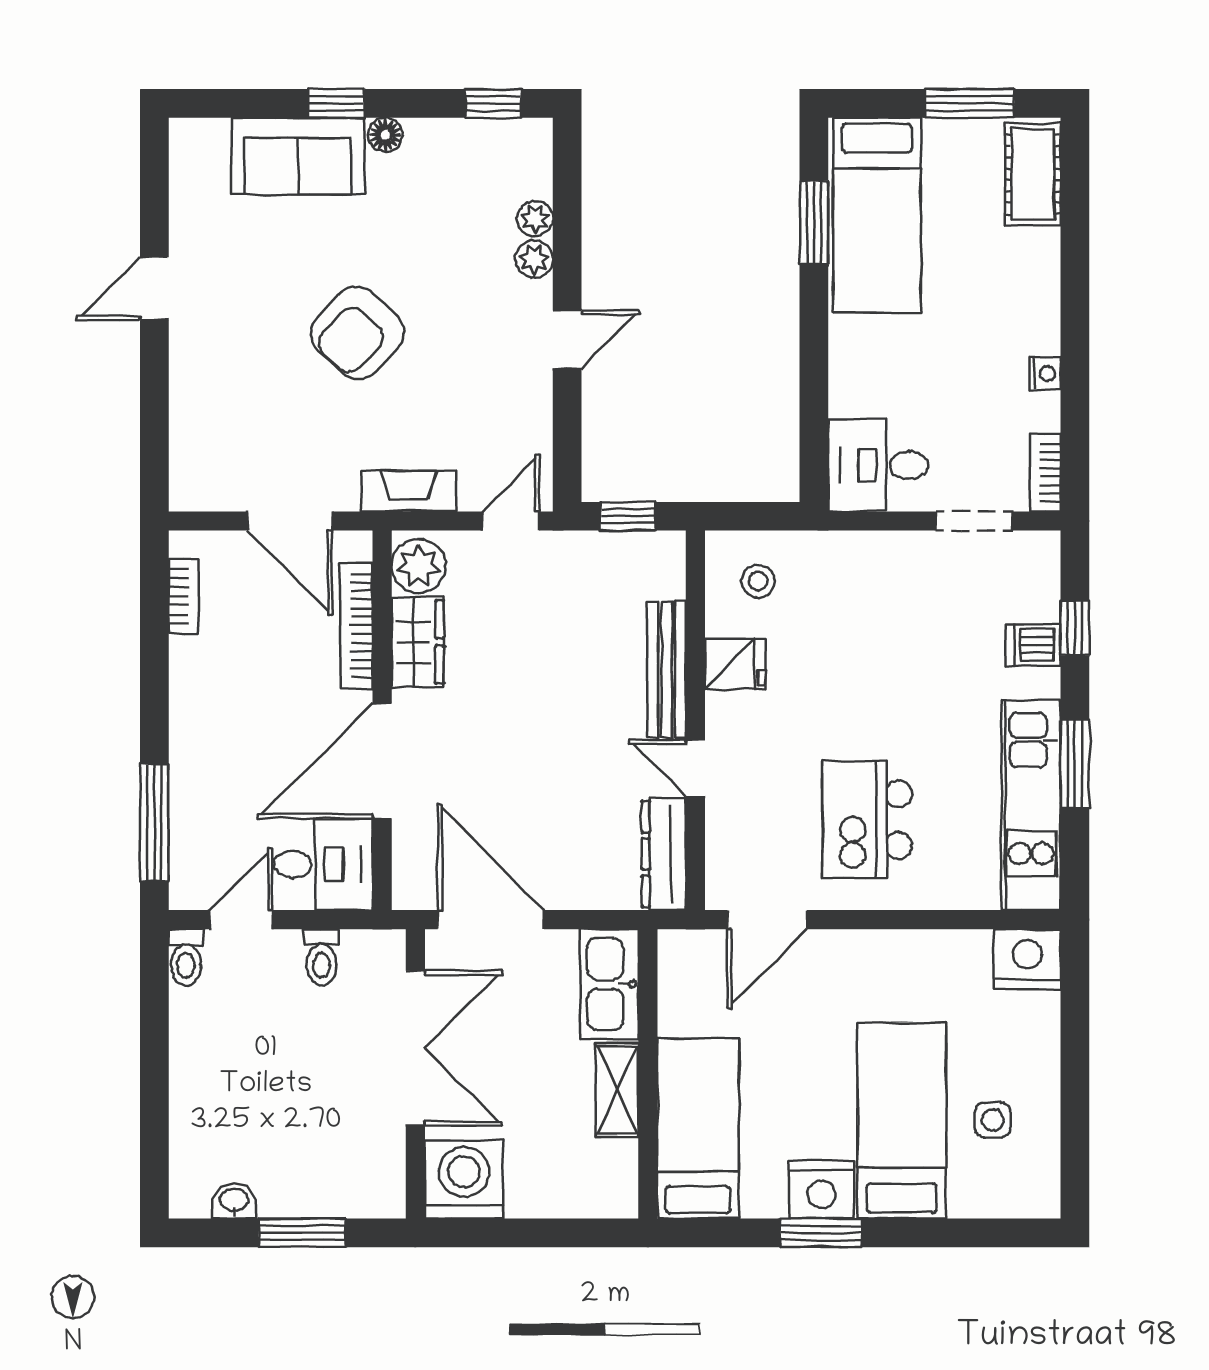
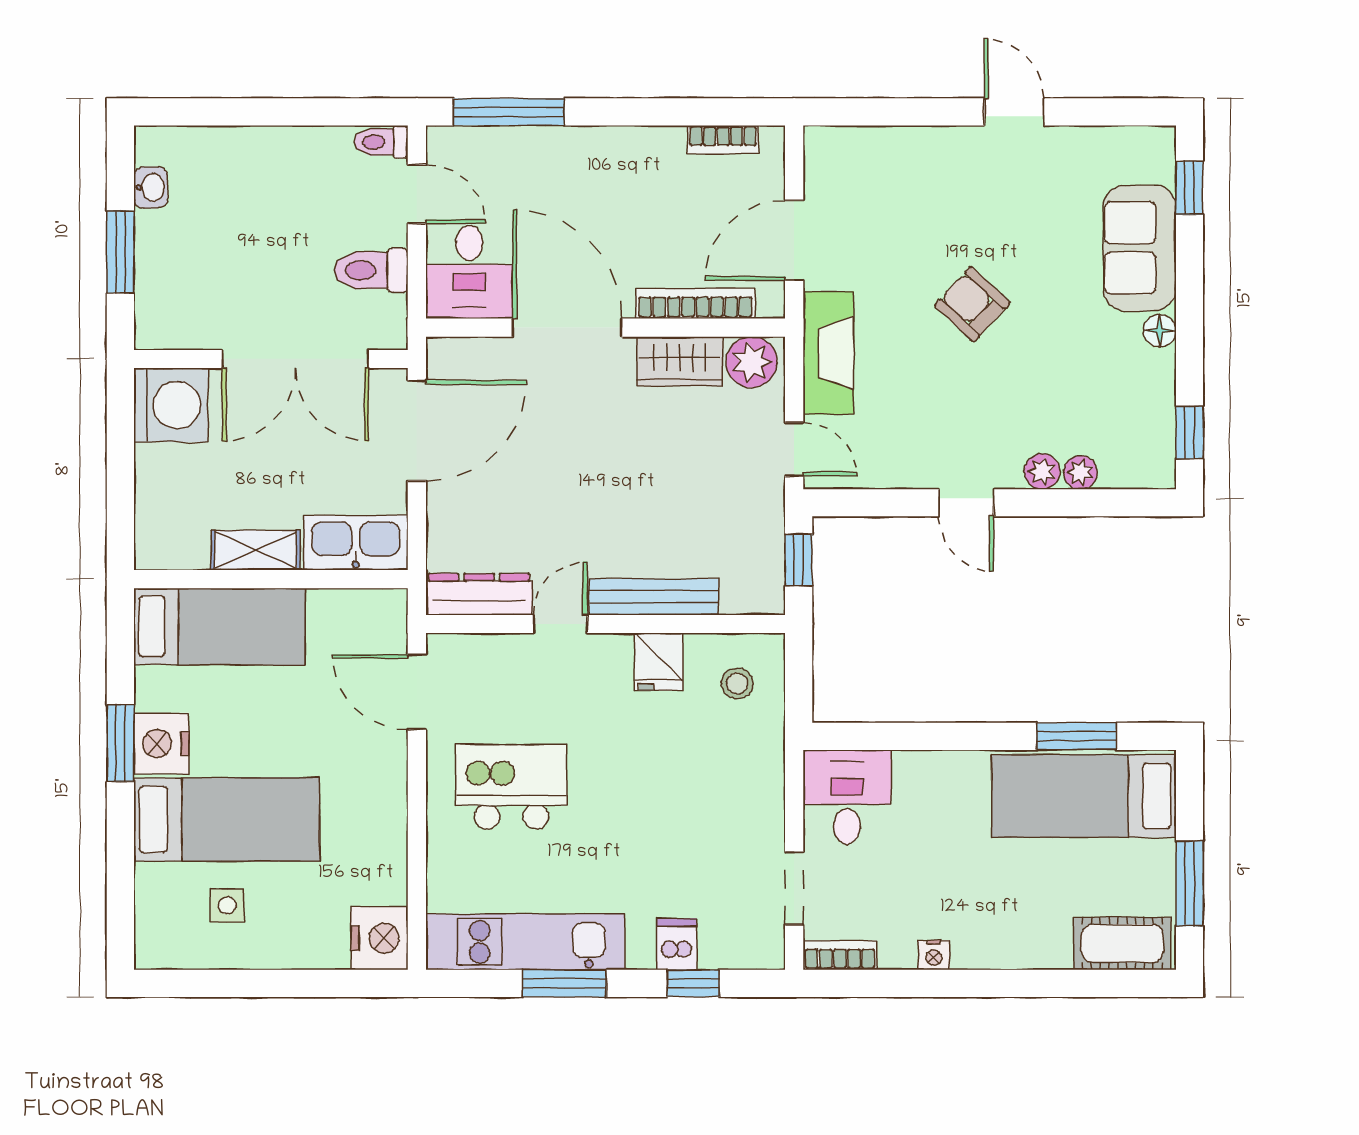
window: (336, 103) -> (1189, 188), moved
armchair: (357, 333) -> (972, 304), width x0.72, depth x0.72
fireplace: (409, 491) -> (828, 353), width x1.37, depth x1.32
toilet: (322, 957) -> (371, 270), width x1.37, depth x1.39

